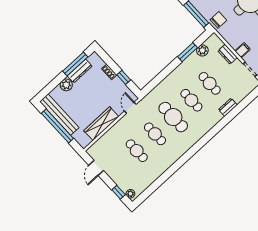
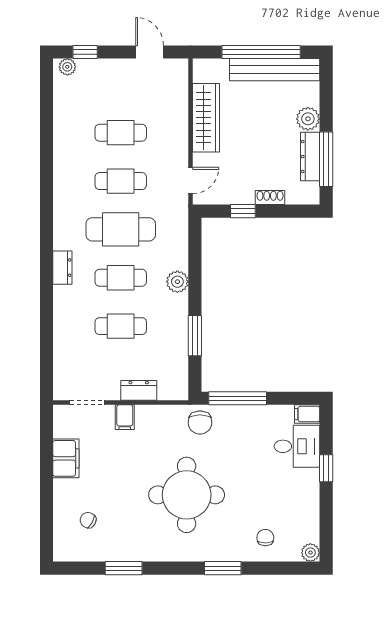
plant: (202, 50) -> (177, 282), moved
dresser: (228, 107) -> (62, 268), moved
door: (130, 108) -> (191, 180), hinge flipped

